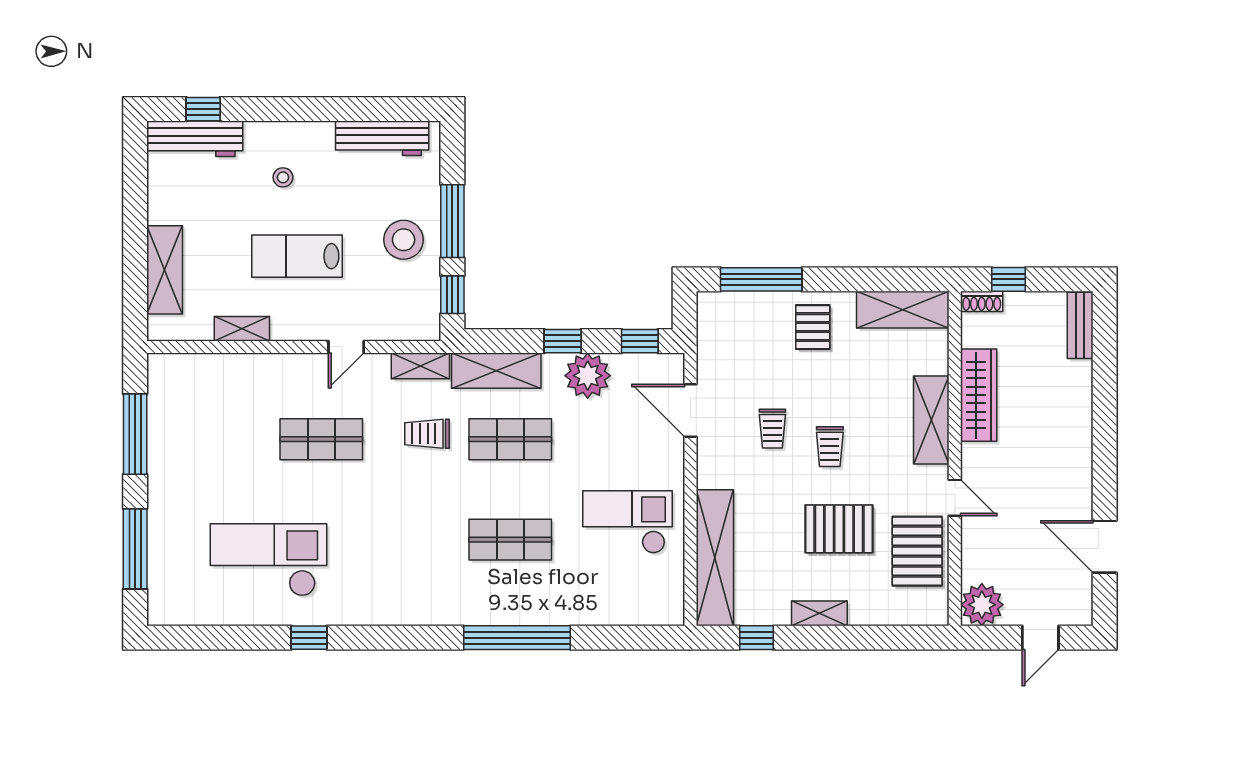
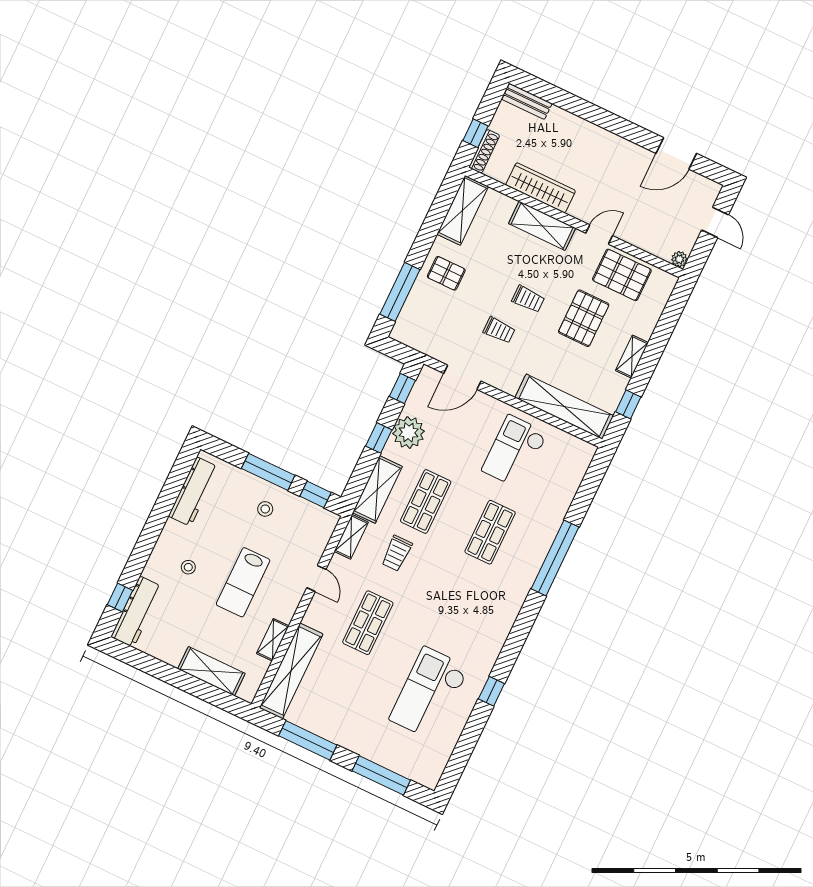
stool: (404, 240) -> (265, 509), width x0.53, depth x0.53
shoe rack: (982, 301) -> (484, 151), width x1.43
shelving: (213, 371) -> (291, 671), added
plant: (982, 605) -> (679, 259), width x0.53, depth x0.53

